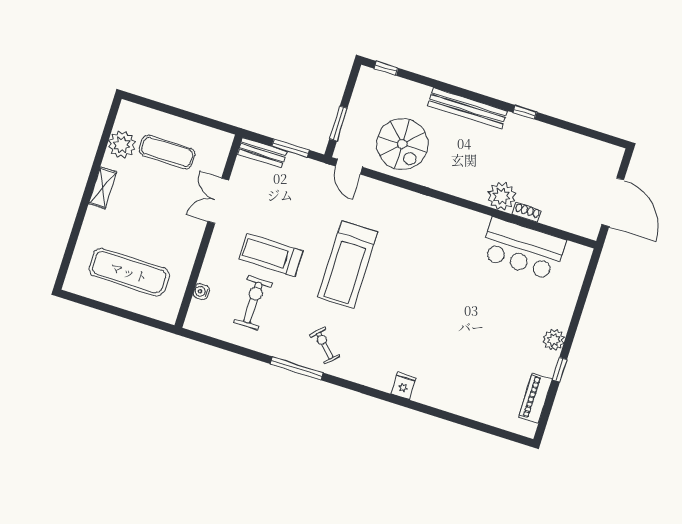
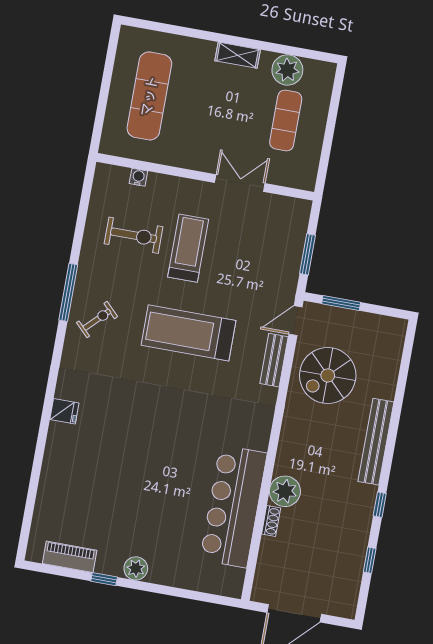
window: (386, 68) -> (370, 560), moved
bench: (262, 153) -> (274, 360), moved
bar counter: (523, 249) -> (233, 506), width x1.36

